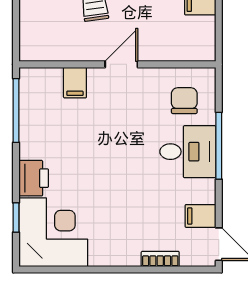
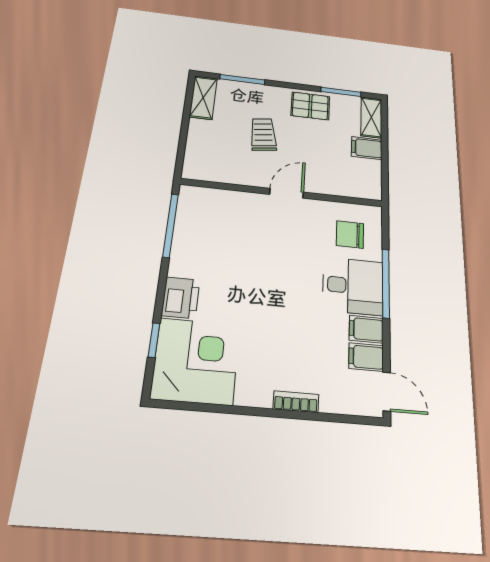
filing cabinet: (75, 83) -> (366, 329), moved, turned 90
chair: (184, 101) -> (350, 235), turned -90
bookcase: (160, 259) -> (296, 402), moved

